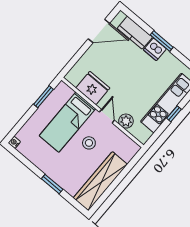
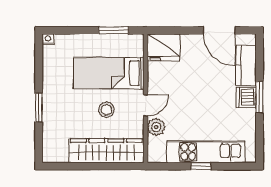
fridge: (93, 88) -> (163, 47), moved, turned 90
wardrobe: (100, 181) -> (106, 151), moved

